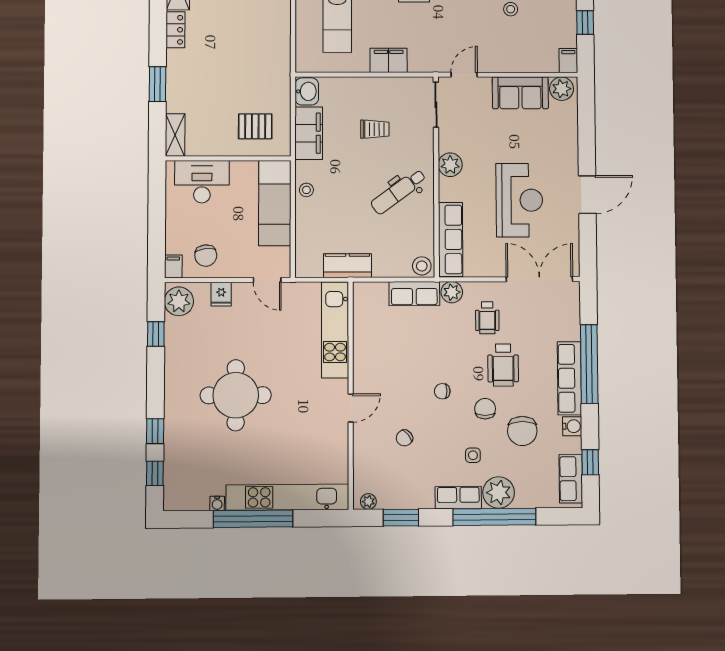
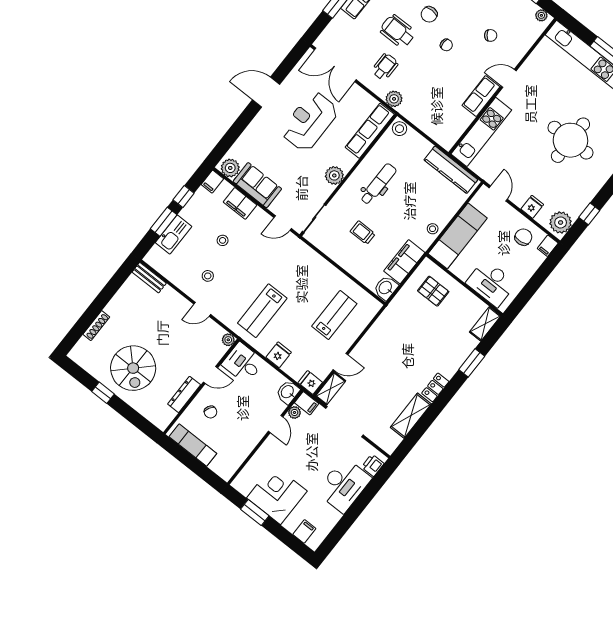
filing cabinet: (389, 60) -> (240, 203), moved
dental chair: (398, 192) -> (378, 184), turned -54
kitchen counter: (348, 266) -> (451, 170), width x1.50
row of seats: (414, 294) -> (481, 96), moved, turned -90
wheelchair: (503, 365) -> (398, 31), turned -90

